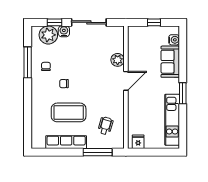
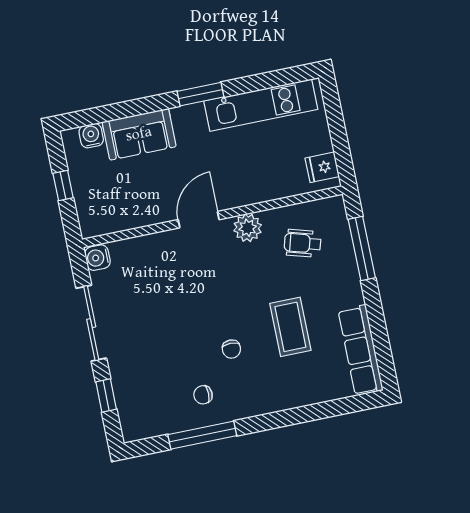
water cooler: (64, 31) -> (97, 258), moved
plant: (48, 35) -> (135, 403), removed
plant: (118, 60) -> (248, 228), moved
door: (126, 81) -> (199, 220), hinge flipped
coffee table: (69, 112) -> (290, 327), width x0.73, depth x0.76
row of seats: (66, 142) -> (361, 350), moved

